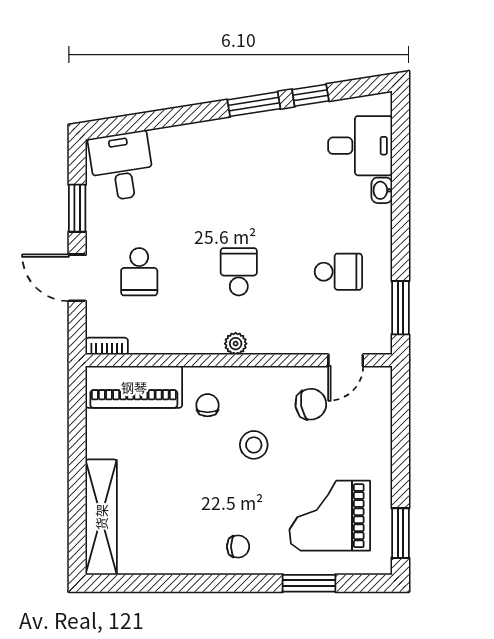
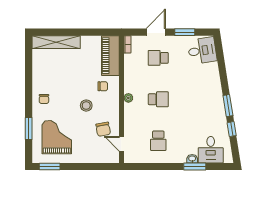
window: (400, 308) -> (195, 166), moved

